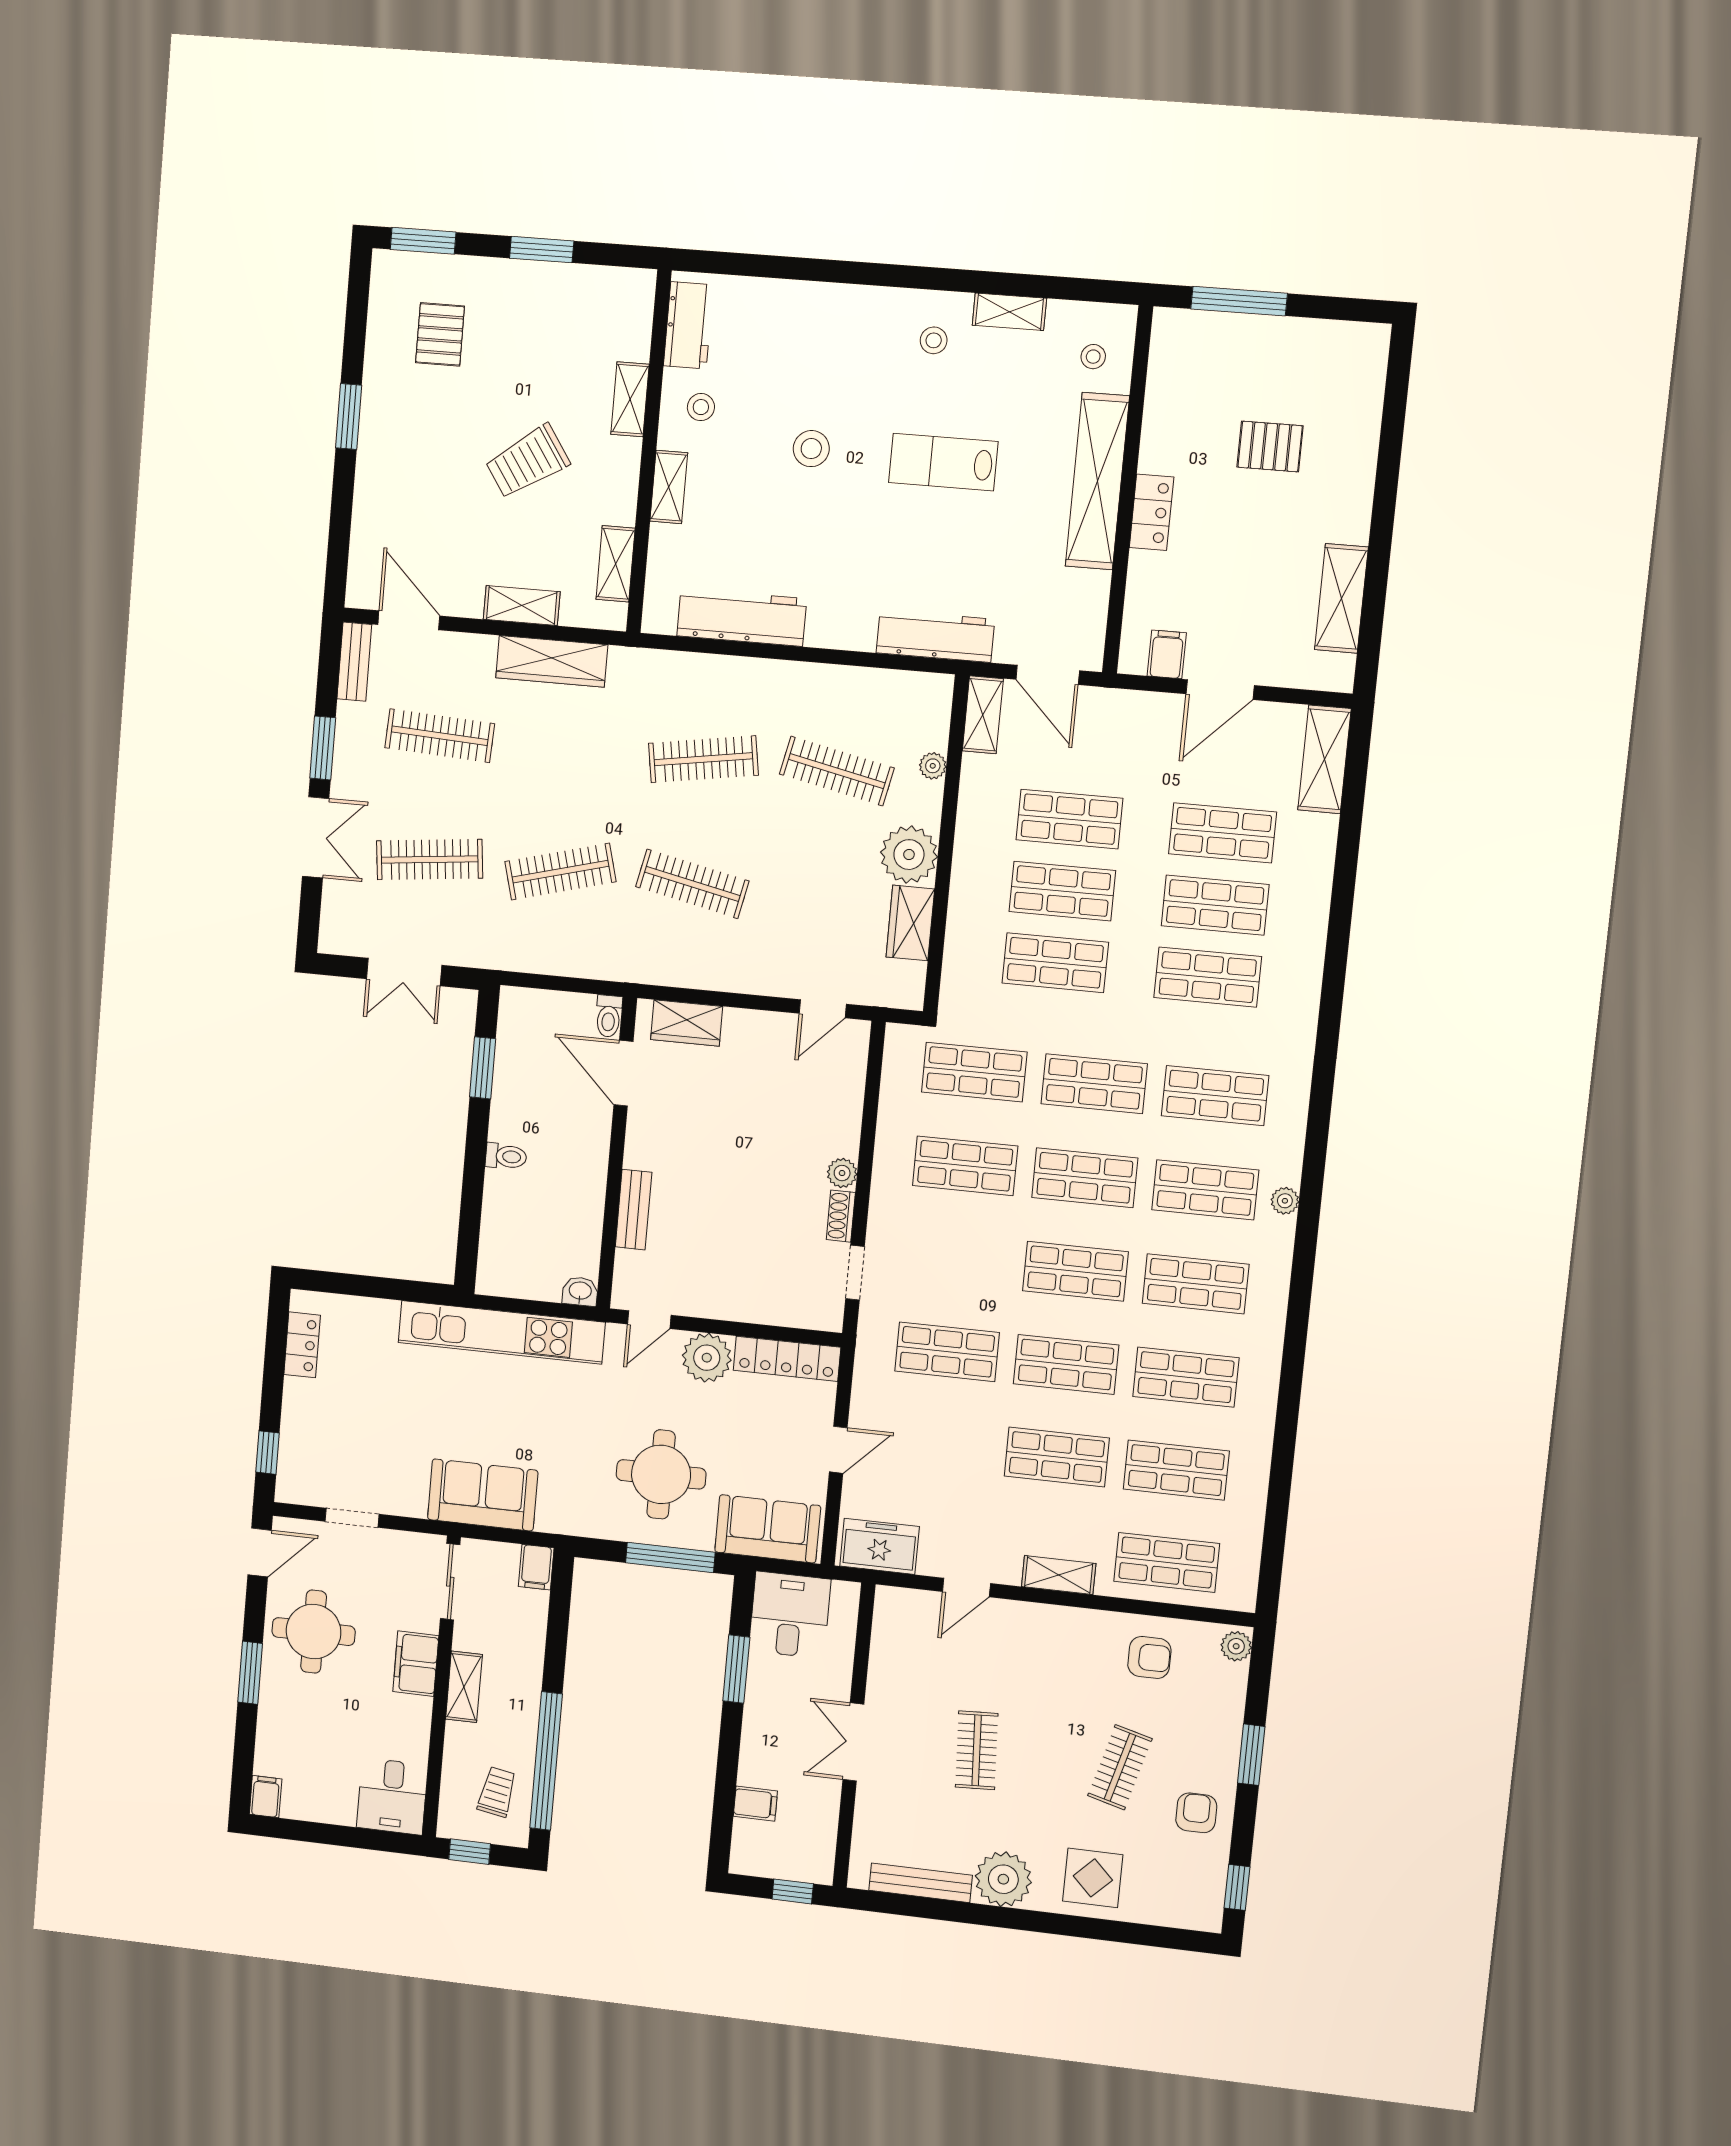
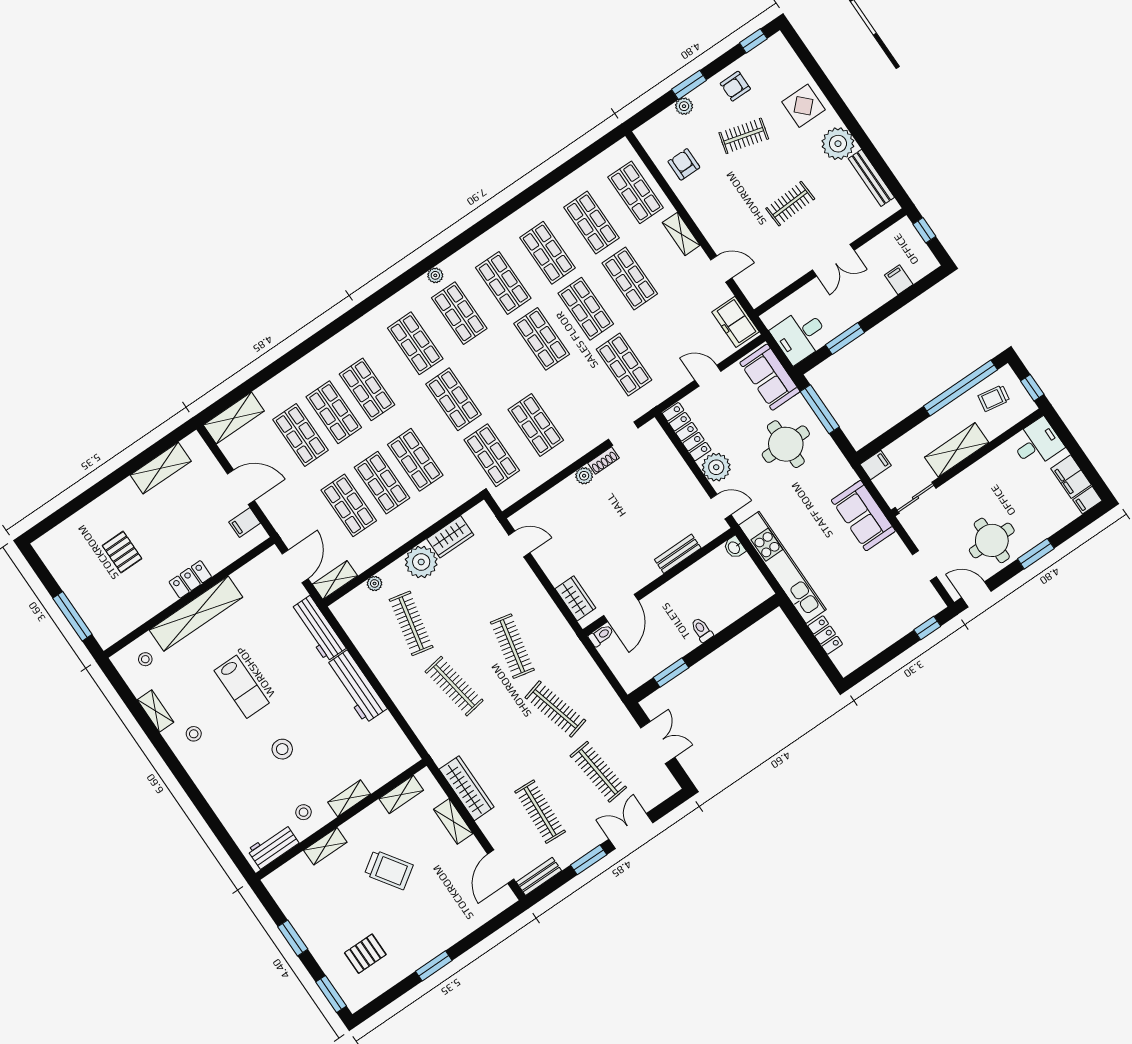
workbench: (742, 617) -> (356, 687), moved
shop shelf: (1085, 1178) -> (498, 369), removed
locker: (302, 1345) -> (825, 635), moved, turned 90
plant: (1236, 1646) -> (684, 106), moved
filing cabinet: (416, 1664) -> (1071, 477), moved, turned 90
shelving: (464, 1687) -> (957, 450), width x1.50, depth x1.33

